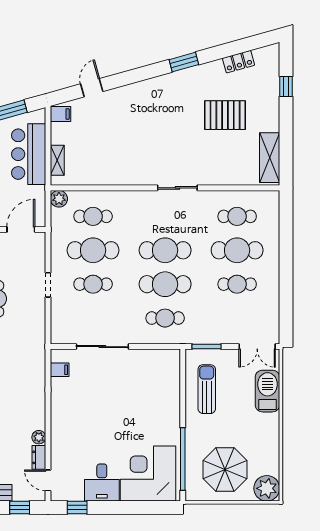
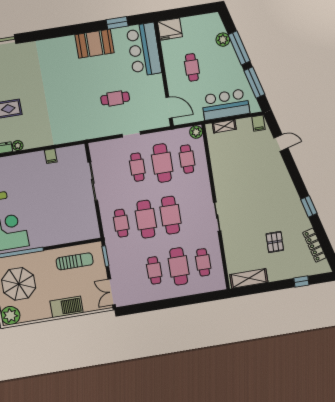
locker: (238, 62) -> (314, 245), width x1.53
pallet: (225, 115) -> (275, 242), width x0.67, depth x0.71
filing cabinet: (60, 370) -> (51, 156), moved
barbecue: (267, 391) -> (67, 307), moved

